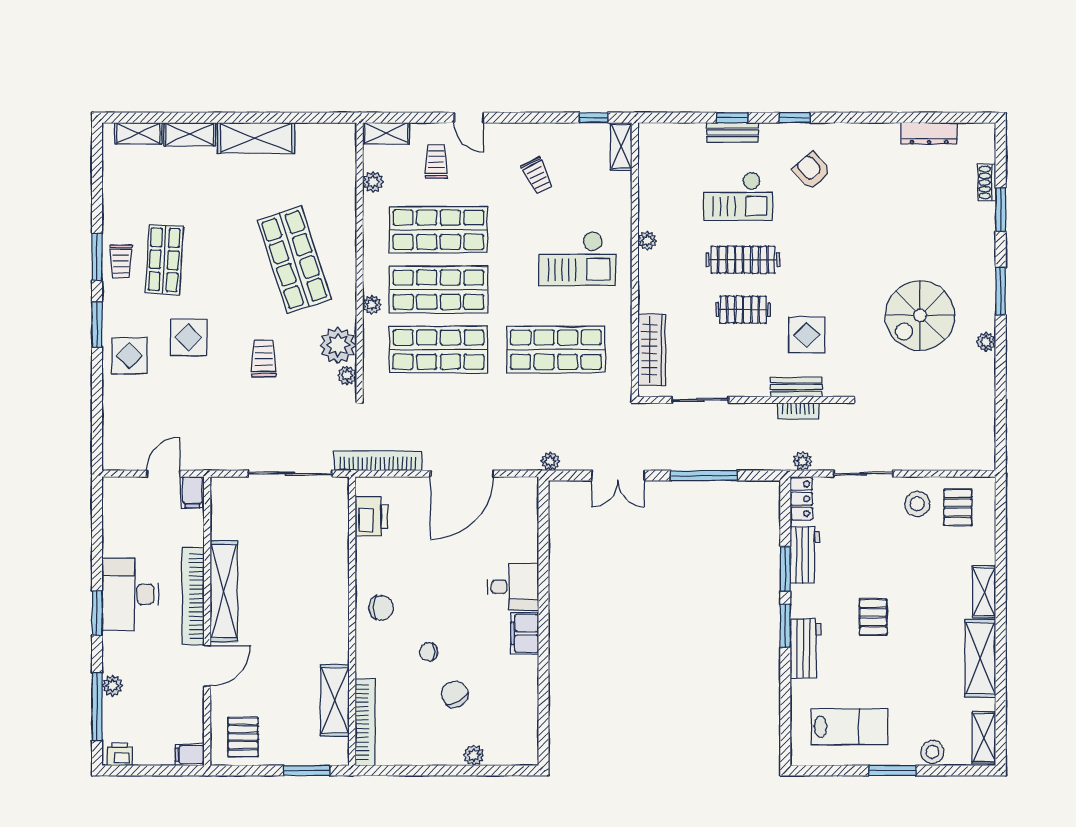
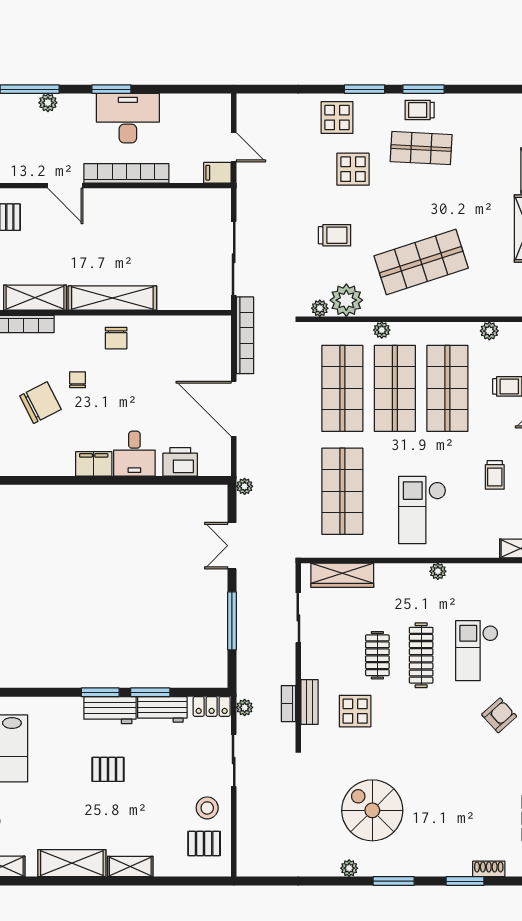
trolley: (537, 176) -> (495, 475), turned -64
printer: (371, 516) -> (180, 462), moved, turned 180
shelving: (224, 591) -> (112, 298), moved
workbench: (806, 648) -> (110, 710), moved
chair: (455, 694) -> (40, 403), width x1.37, depth x1.37

